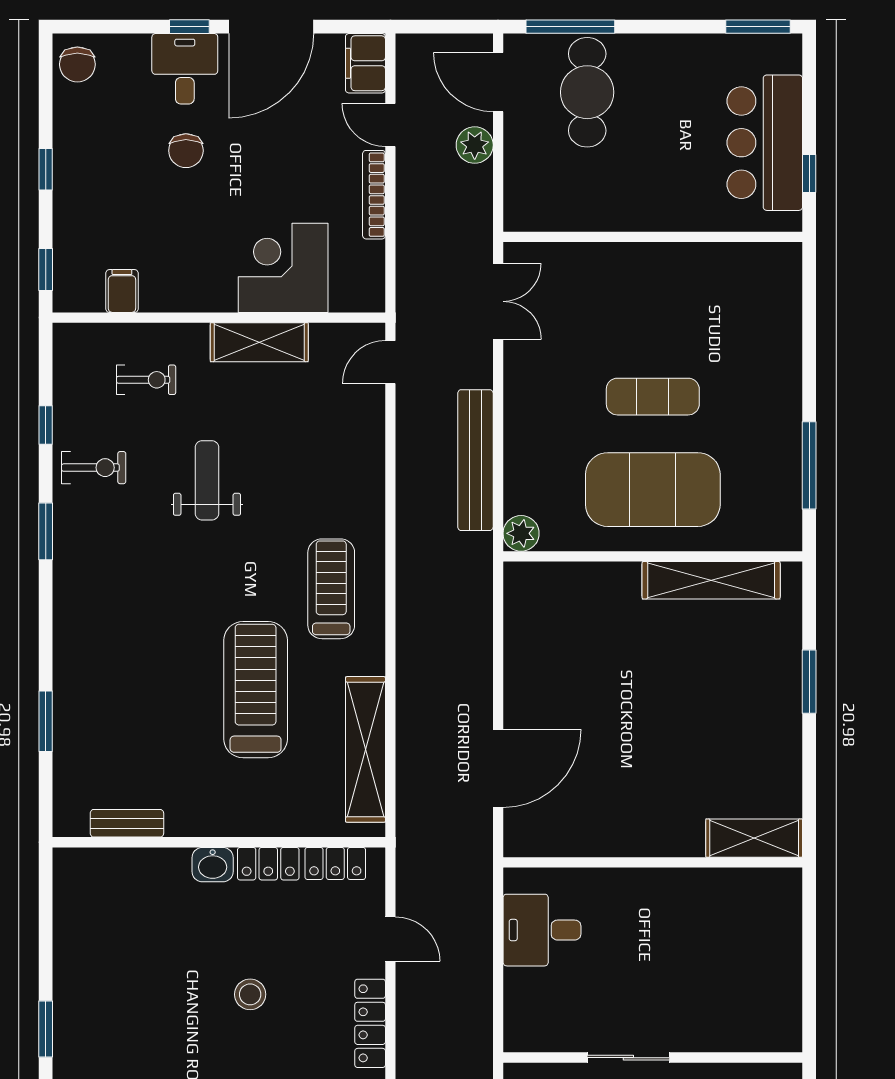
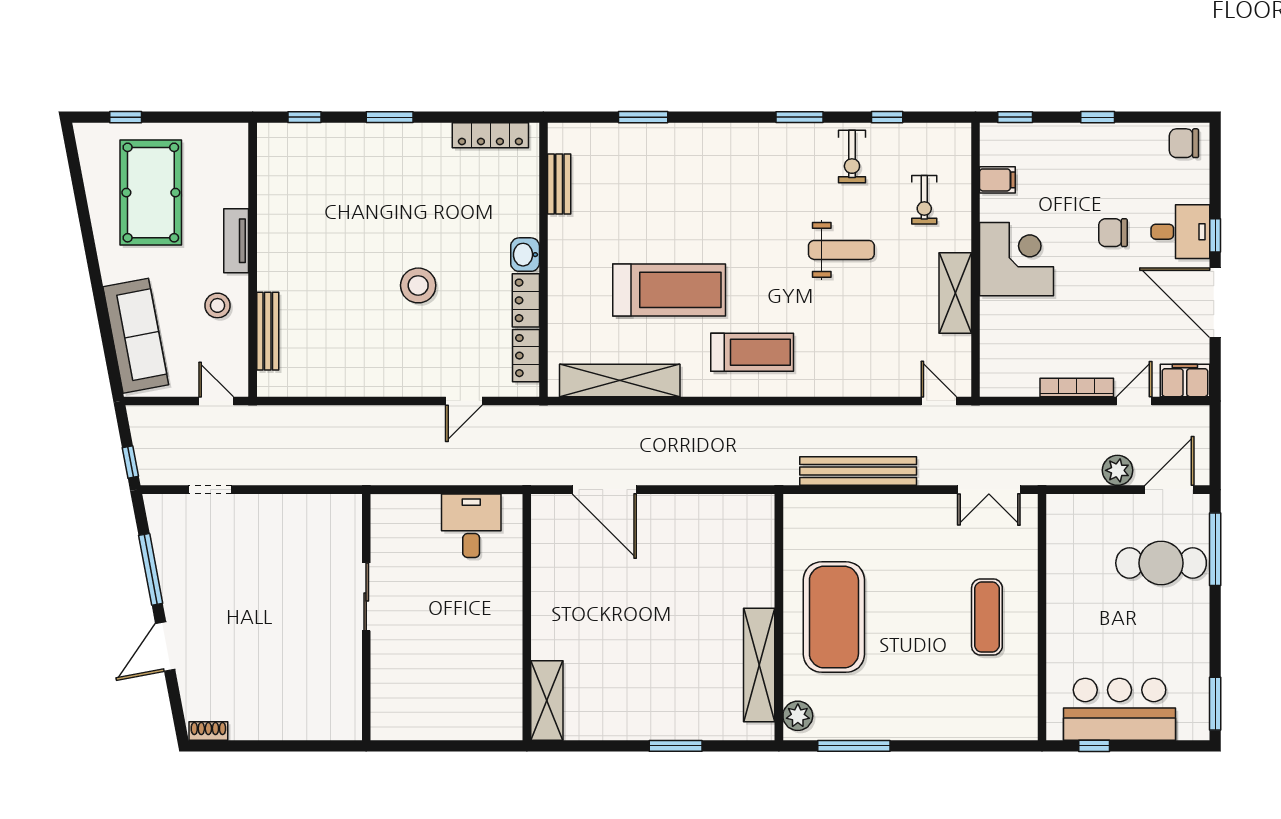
corner desk: (283, 268) -> (1017, 259), moved
exercise mat: (653, 397) -> (987, 617), moved
plant: (521, 533) -> (798, 716), moved
stool: (250, 994) -> (418, 285), width x1.38, depth x1.38
locker: (370, 1023) -> (490, 135), moved, turned 180

